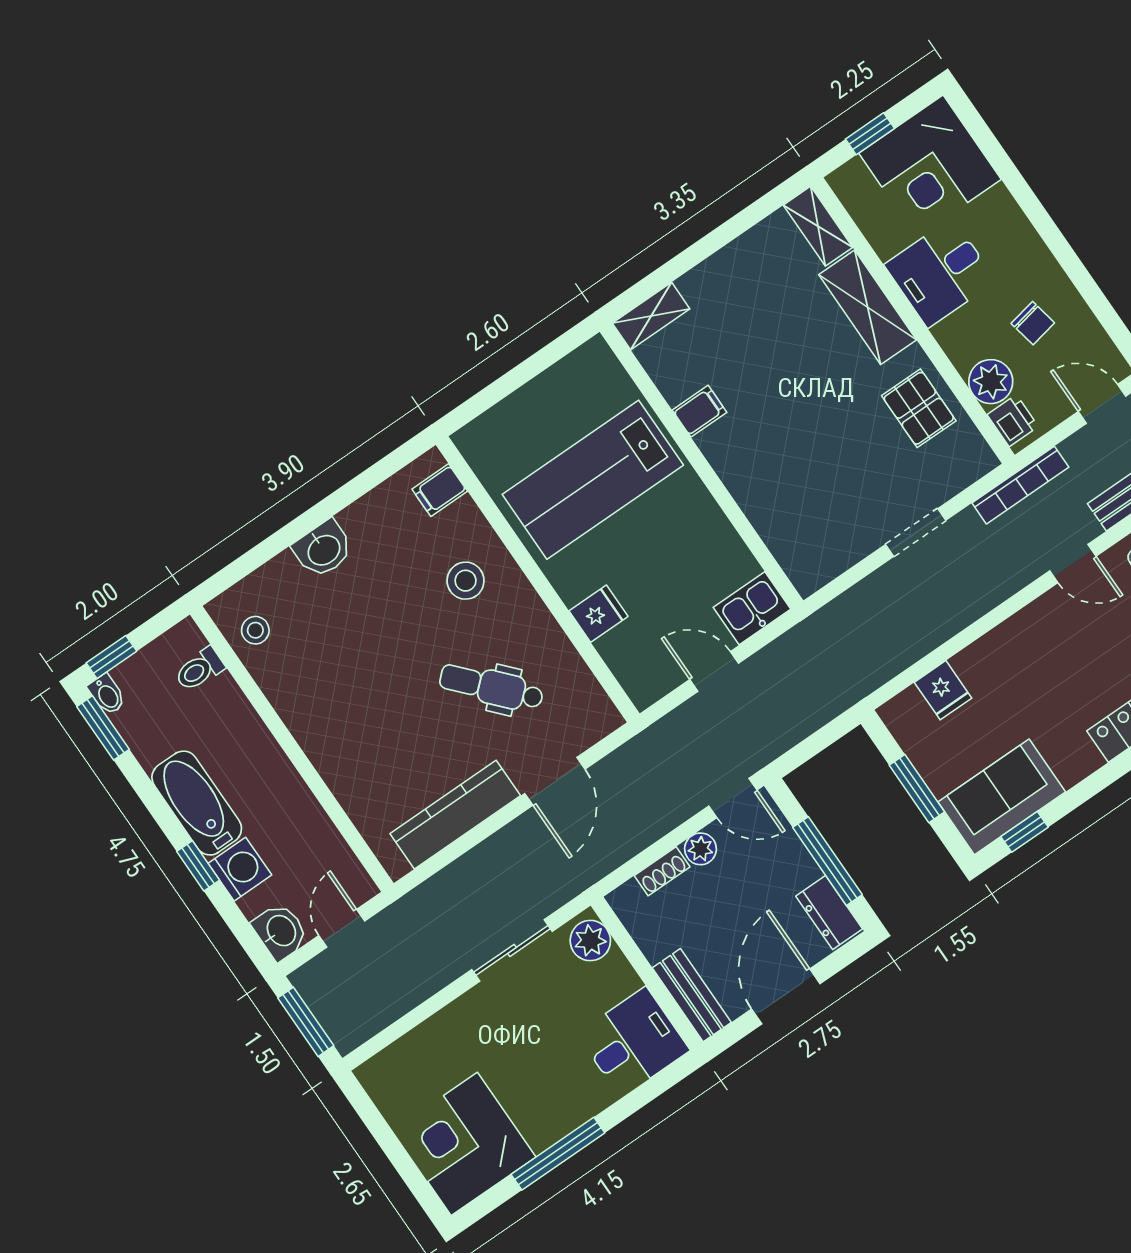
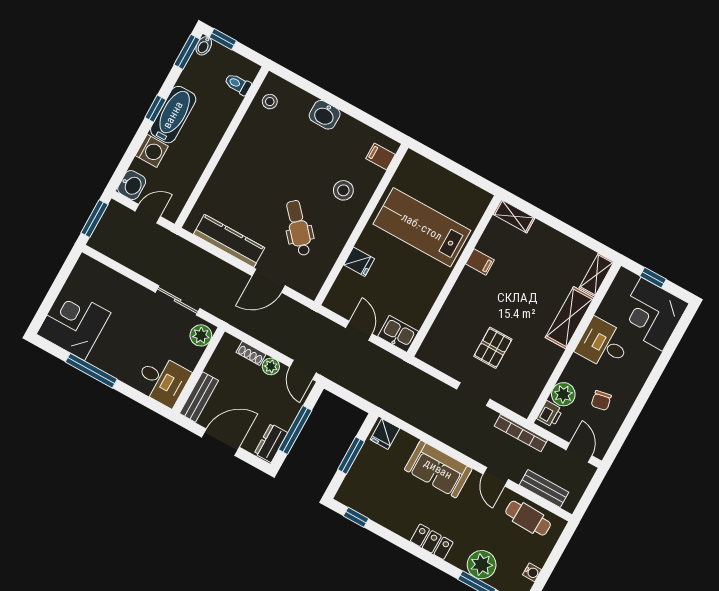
pallet: (919, 408) -> (493, 348), moved
fridge: (943, 690) -> (385, 434), moved
sofa: (1002, 797) -> (438, 469), moved, turned 180
window: (198, 866) -> (155, 109), moved

